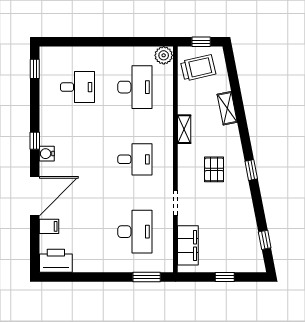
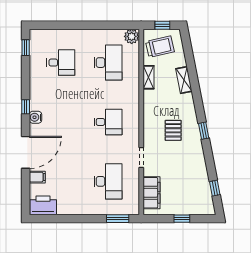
shelving: (184, 129) -> (148, 77), moved

